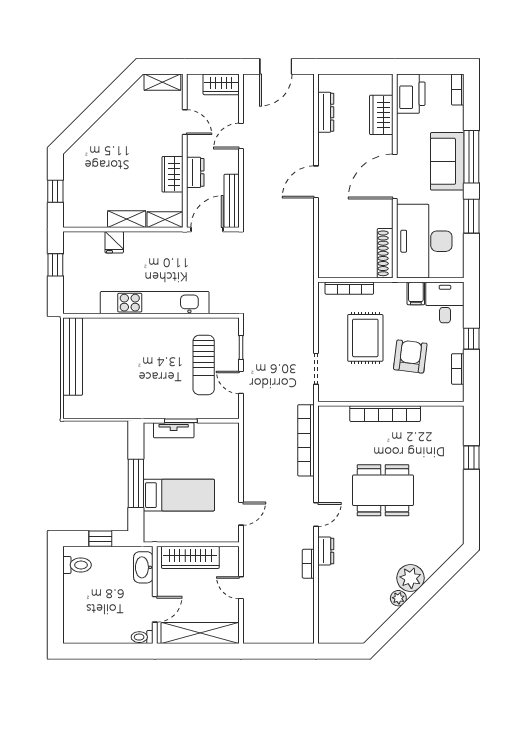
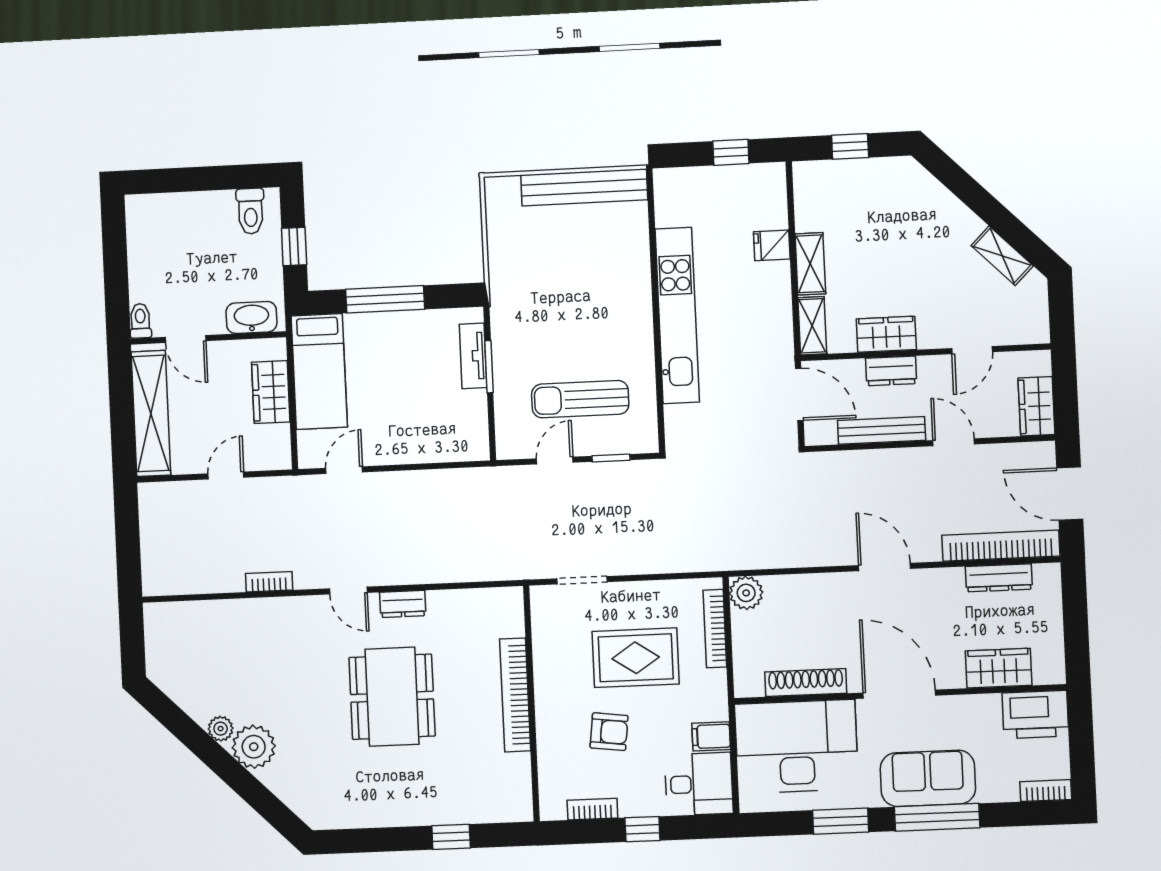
shelving: (162, 82) -> (1002, 256), moved, turned -45
bench: (232, 201) -> (882, 430), moved
shoe rack: (385, 253) -> (806, 683), moved
plant: (328, 268) -> (746, 593), added
armchair: (410, 356) -> (609, 732), width x0.72, depth x0.72
bookcase: (306, 440) -> (1001, 546), moved
bed: (179, 495) -> (319, 372), moved
door: (241, 514) -> (344, 470), swing flipped
dresser: (326, 551) -> (403, 604), moved
wardrobe: (190, 557) -> (271, 392), width x0.67

